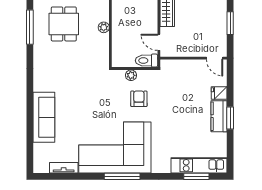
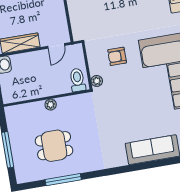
toilet: (146, 61) -> (77, 80), moved, turned 180
plant: (131, 75) -> (97, 81), moved

